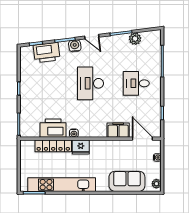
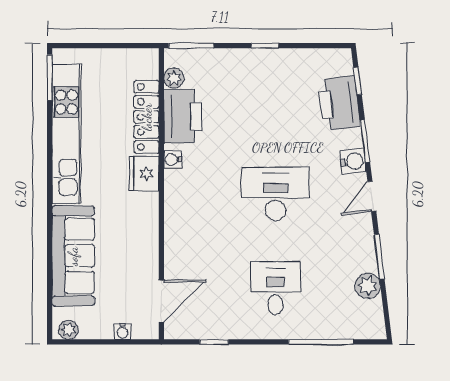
filing cabinet: (118, 130) -> (179, 251), removed
plant: (34, 133) -> (174, 78), added
sofa: (127, 181) -> (73, 256), width x1.36

